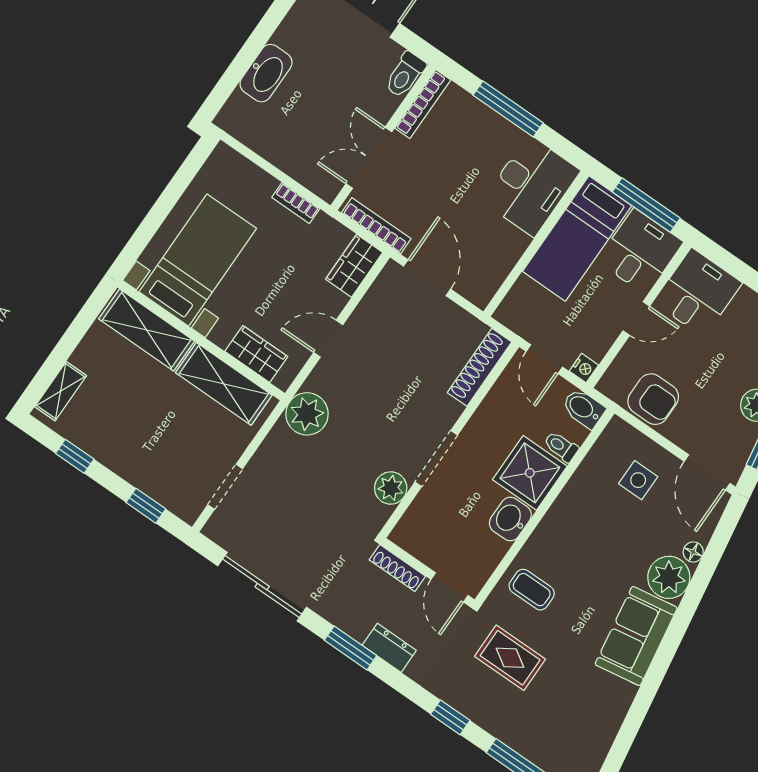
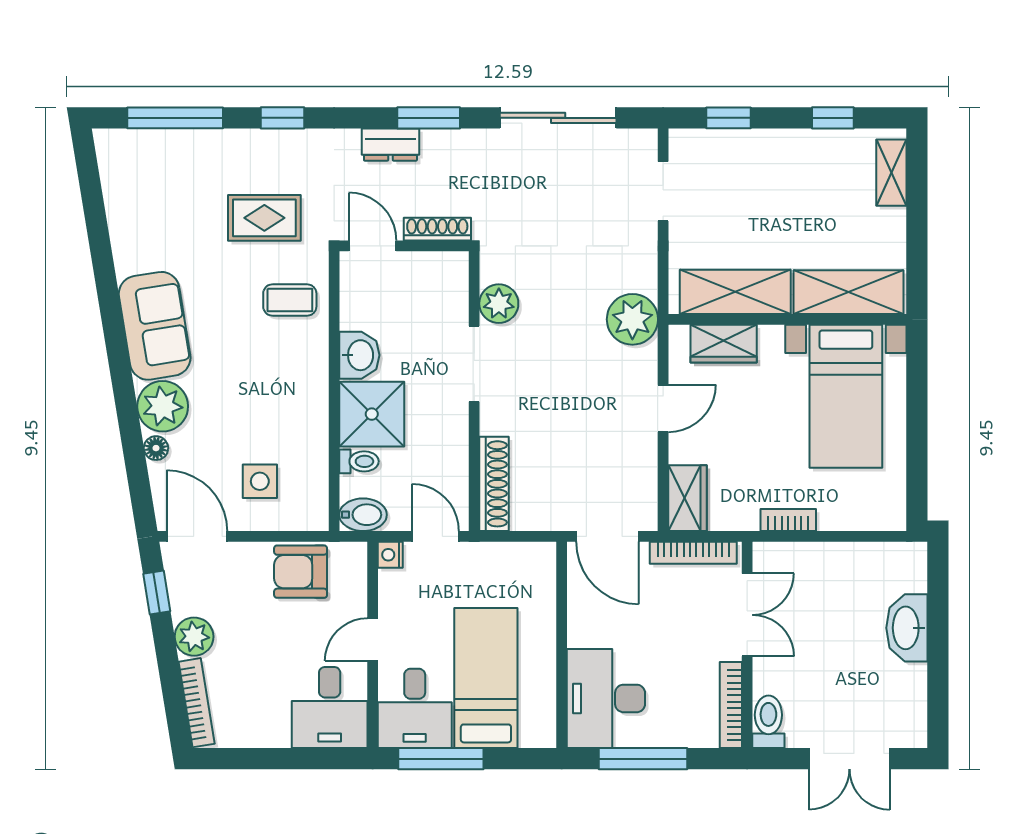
desk: (531, 186) -> (606, 698), moved
wall: (536, 244) -> (562, 645), moved

